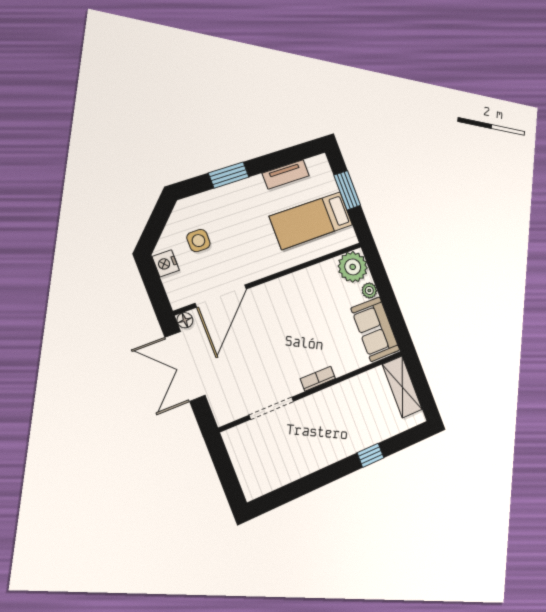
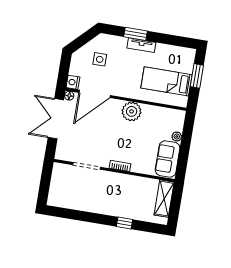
tv unit: (286, 174) -> (141, 45), moved
nightstand: (166, 263) -> (73, 82), moved
plant: (353, 267) -> (132, 111), moved

